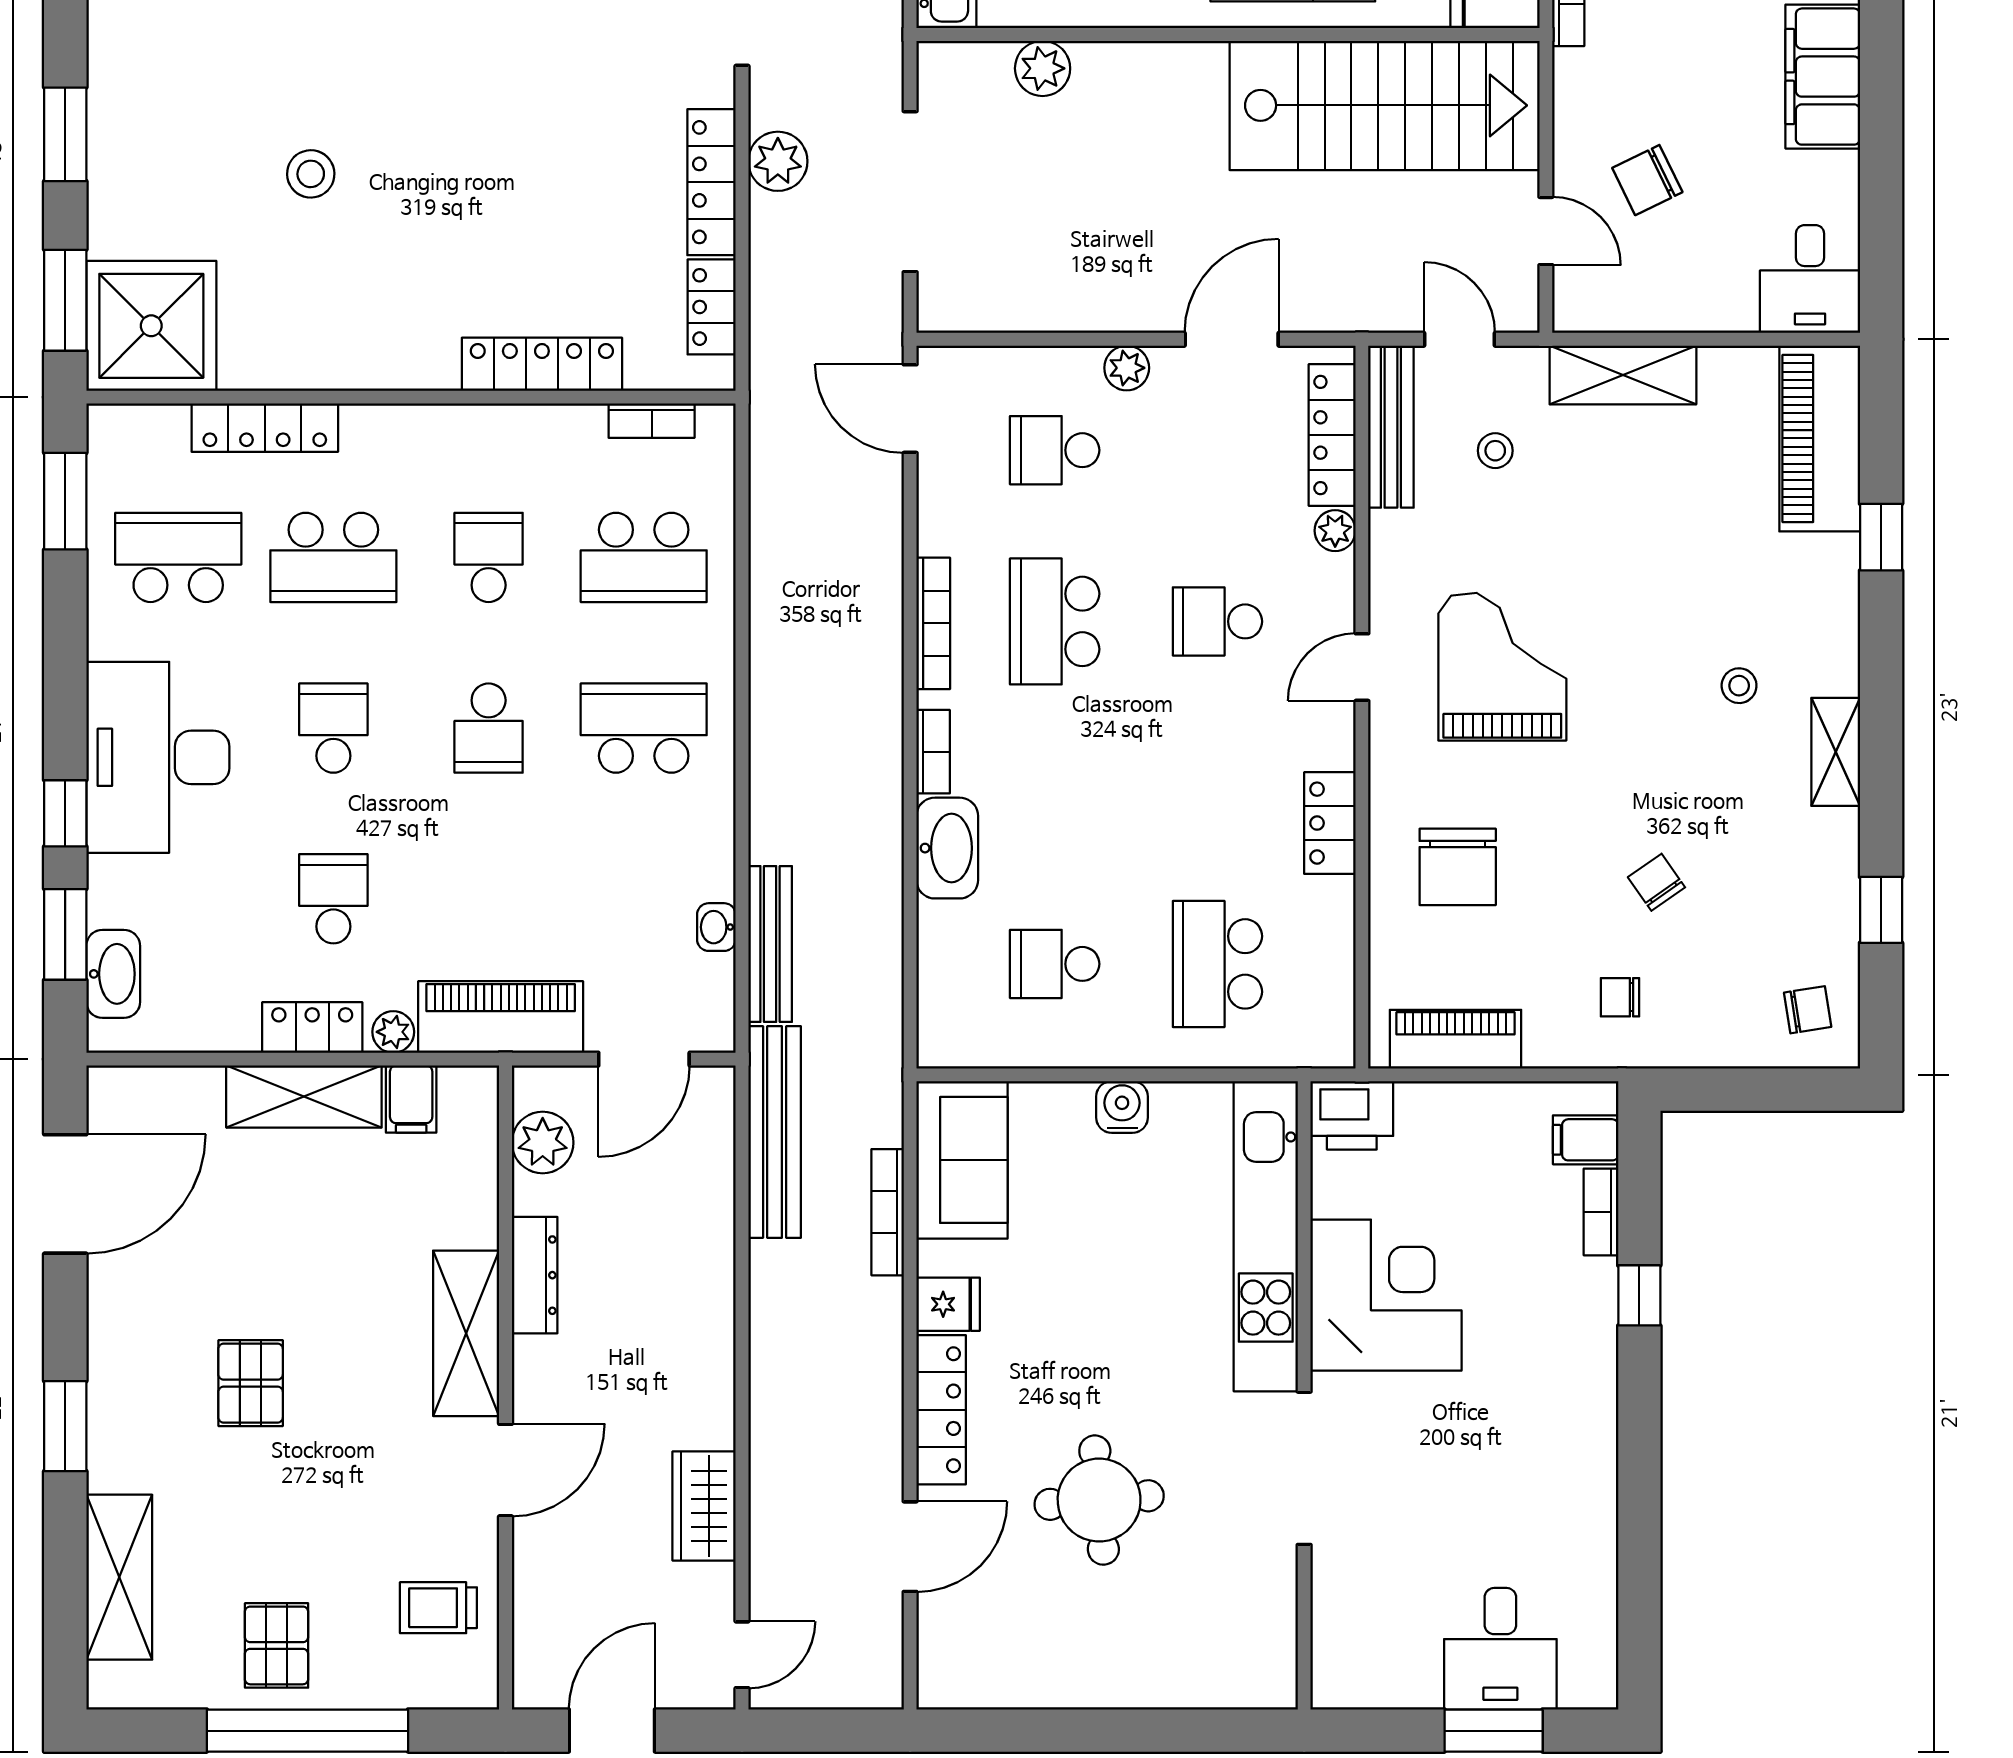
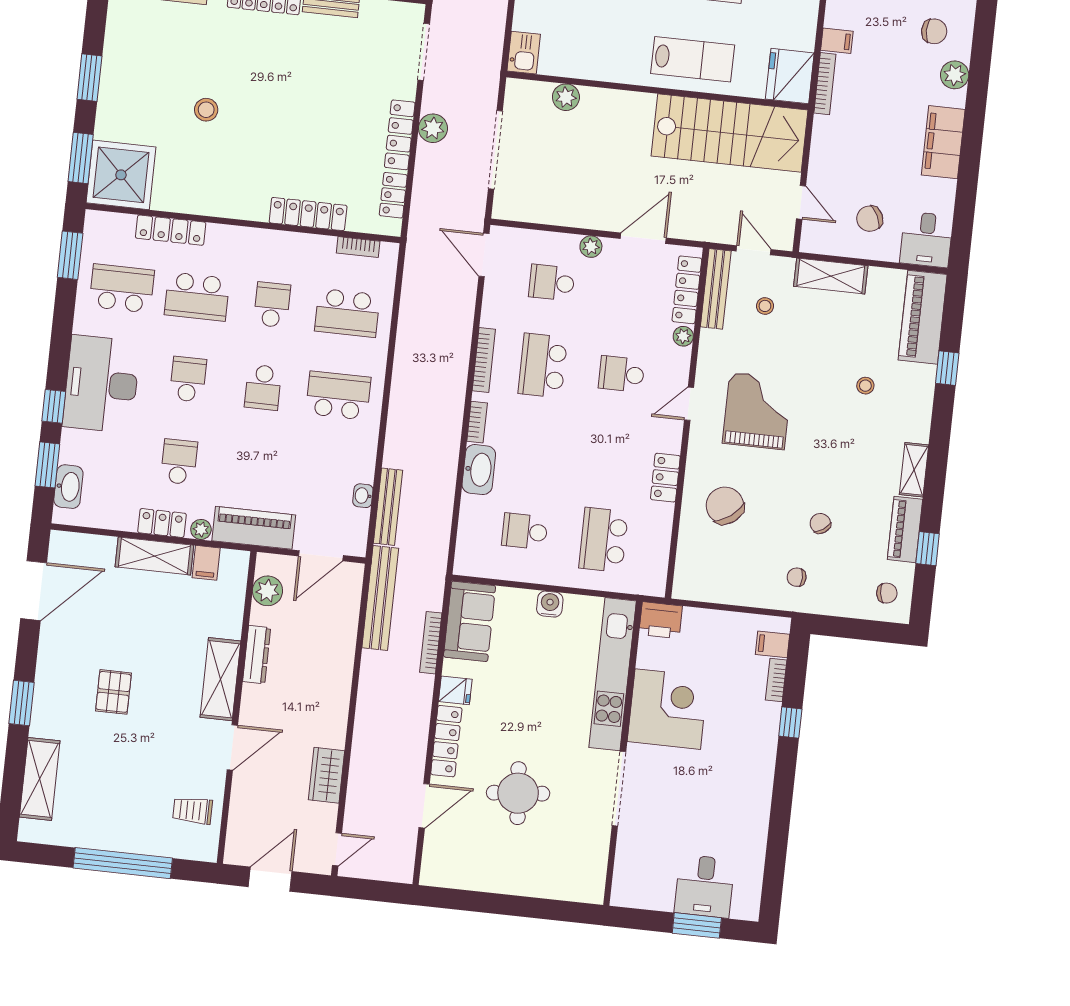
chair: (1647, 180) -> (870, 219), moved
stool: (1739, 686) -> (865, 386), moved
chair: (1458, 867) -> (725, 506), turned 143
piano: (1455, 1039) -> (905, 529), moved, turned -90
pallet: (277, 1645) -> (112, 820), removed

